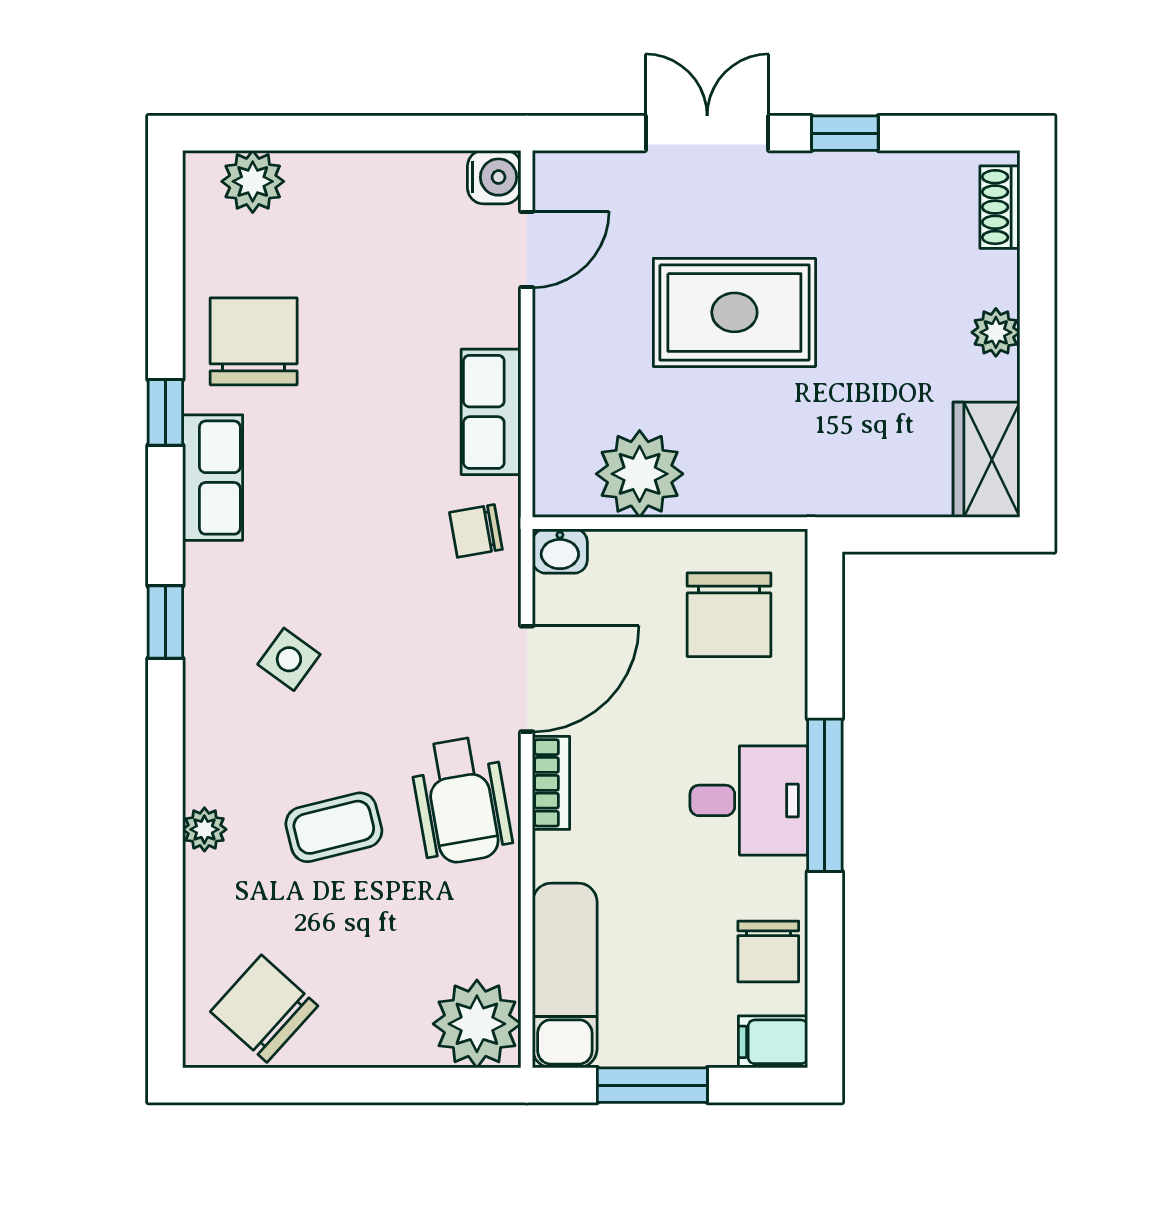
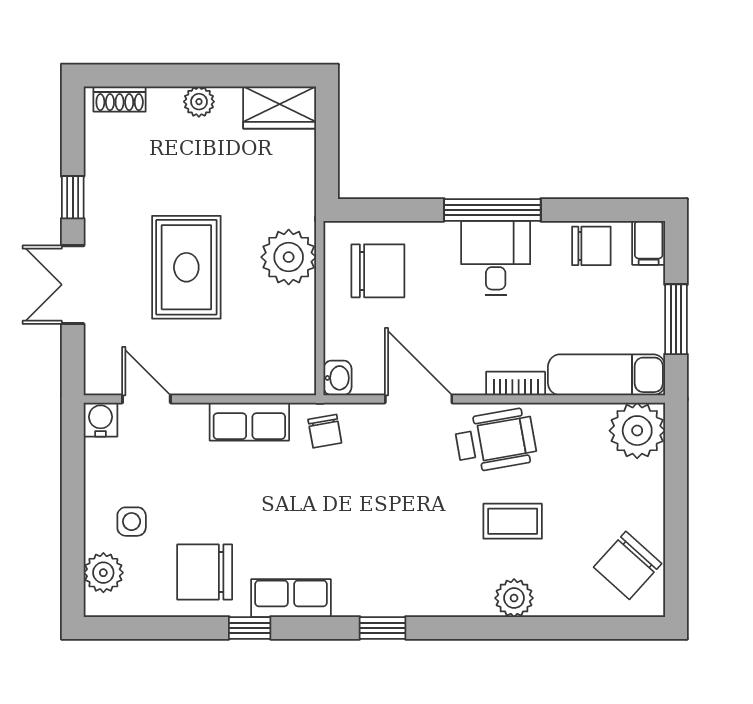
plant: (640, 474) -> (289, 257), moved
side table: (289, 659) -> (132, 522), moved, turned -36
bookcase: (551, 783) -> (516, 384), moved
coffee table: (334, 827) -> (513, 521), turned -76
plant: (204, 829) -> (514, 598), width x1.38, depth x1.38

